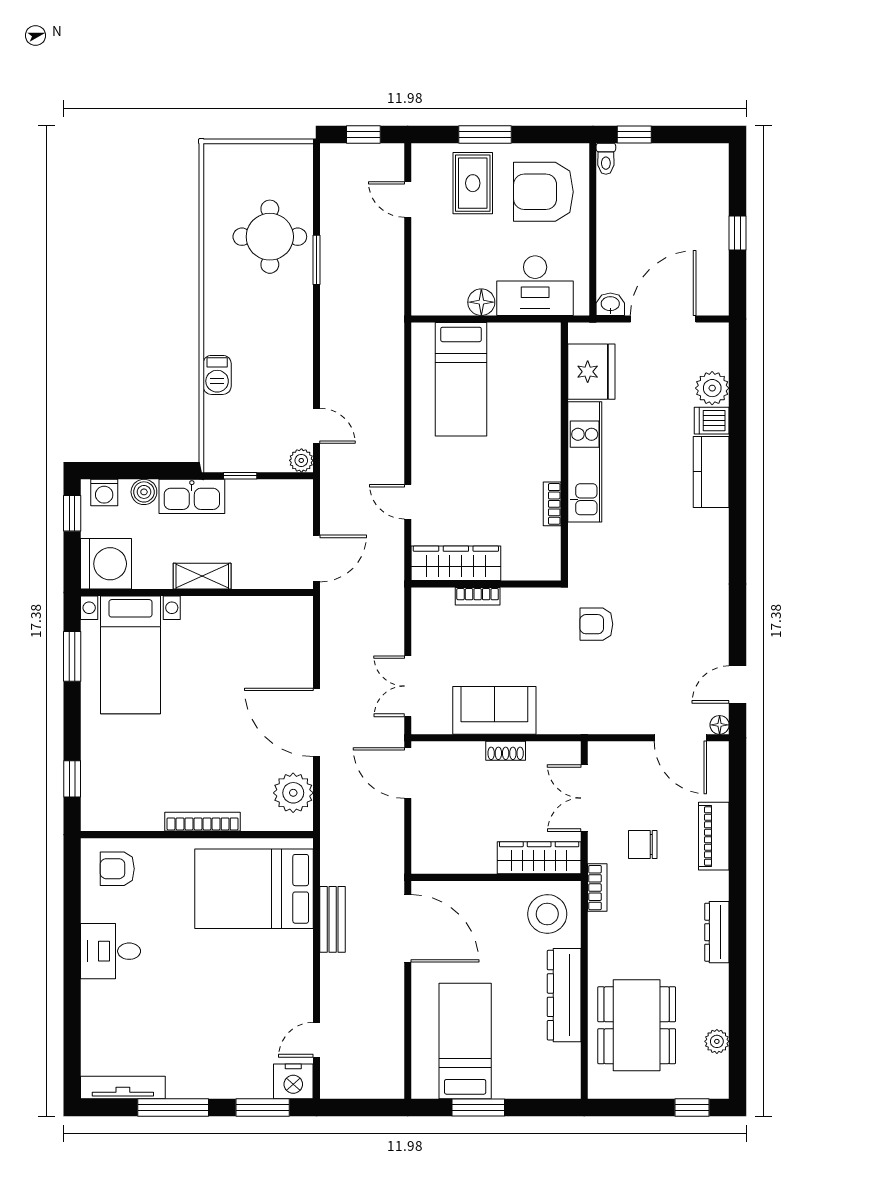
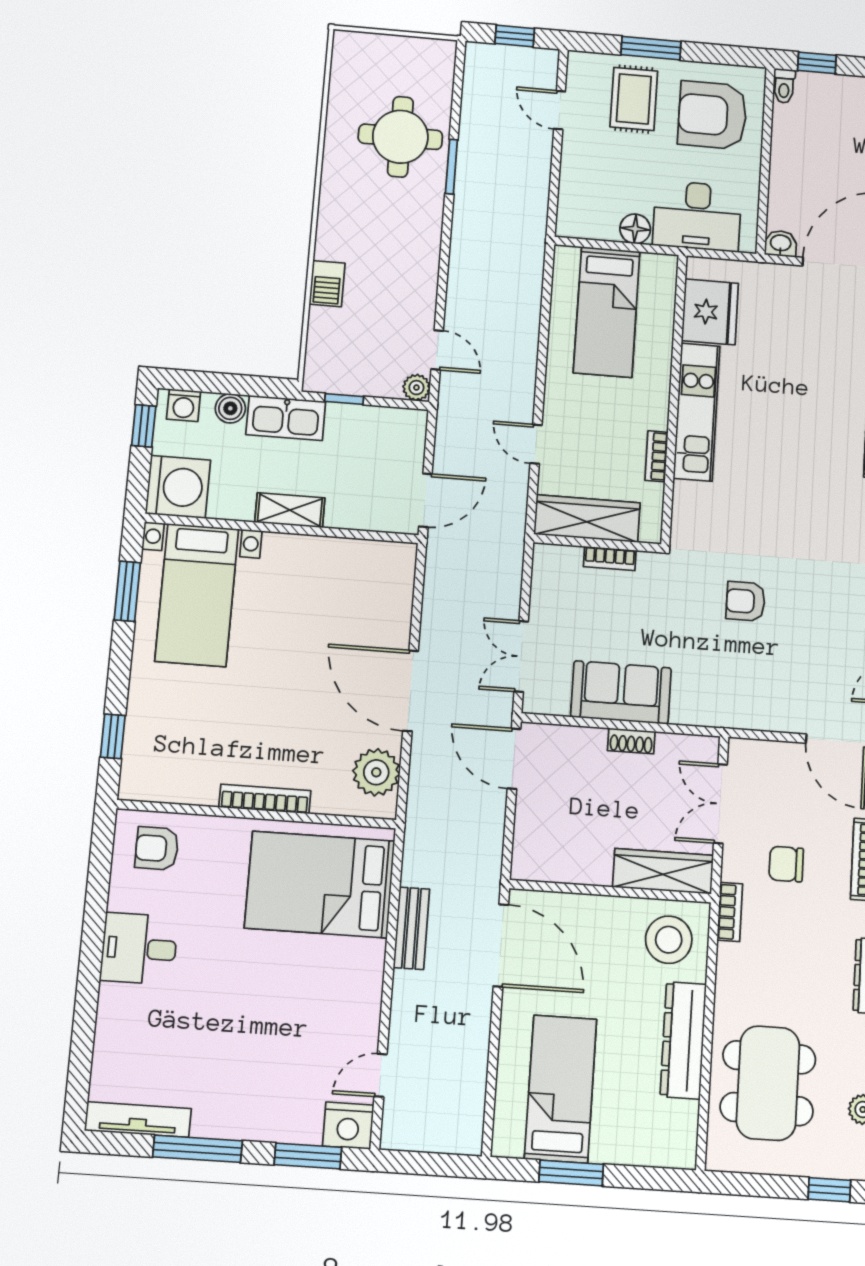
fridge: (591, 372) -> (710, 312), moved
wall: (564, 452) -> (674, 398), moved
kitchen unit: (585, 462) -> (697, 412), moved
bookcase: (552, 504) -> (656, 456), moved

